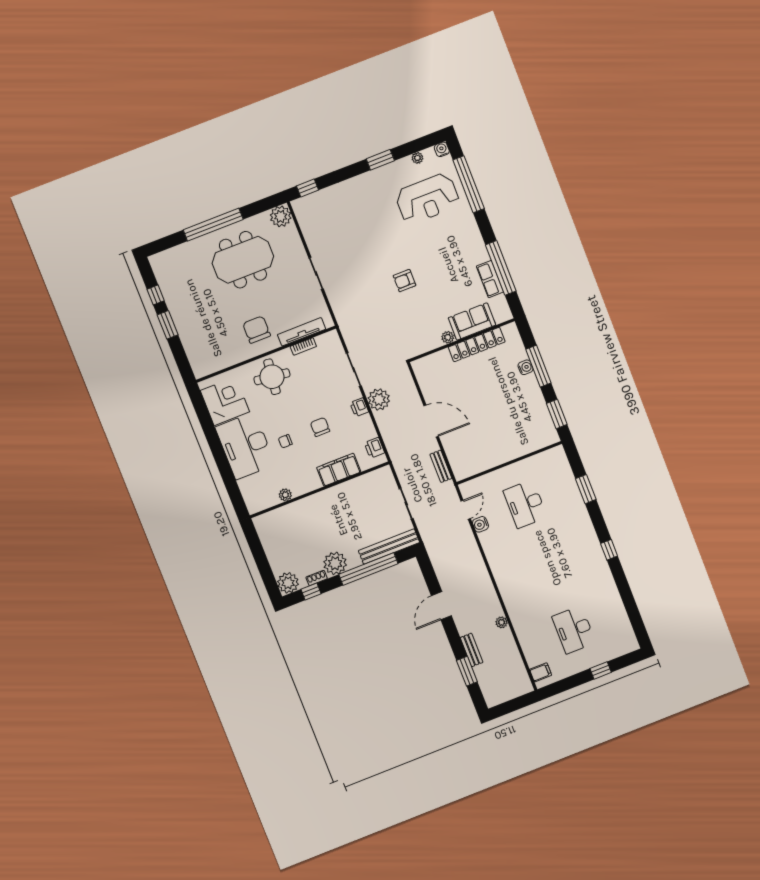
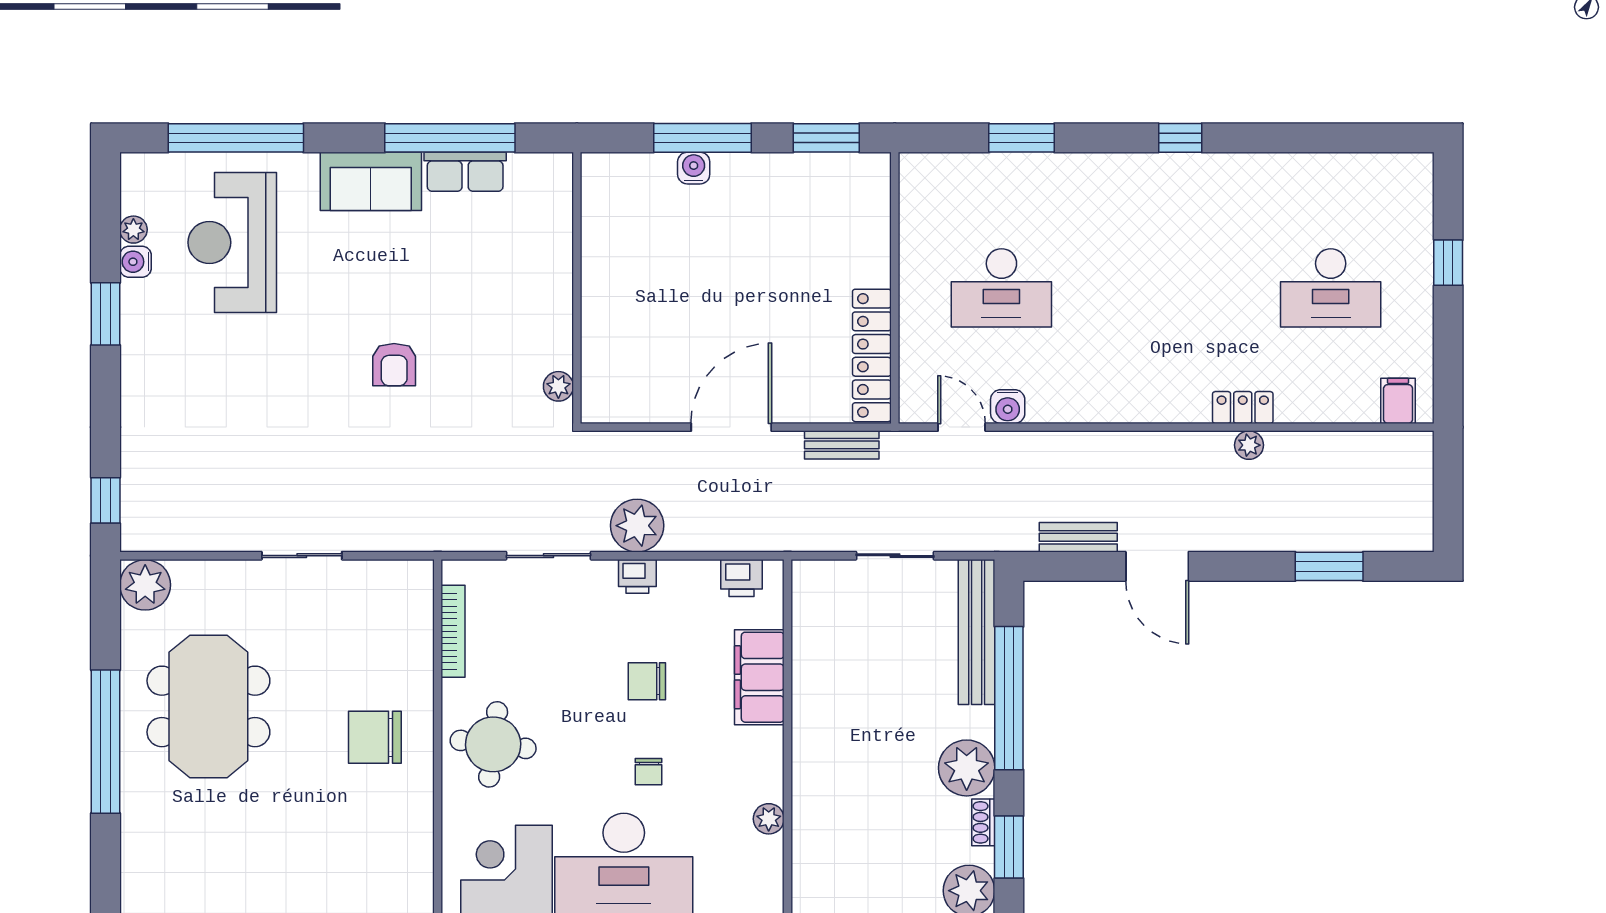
water cooler: (442, 149) -> (135, 262), moved
reception desk: (427, 199) -> (232, 242), turned 180
sofa: (472, 321) -> (371, 181), moved, turned -90
tv unit: (302, 332) -> (419, 639), removed
plant: (448, 337) -> (558, 386), moved
locker: (477, 344) -> (872, 355), moved, turned 180
bookcase: (303, 346) -> (453, 631), width x1.56
window: (311, 592) -> (1009, 847), width x1.50
locker: (515, 614) -> (1243, 408), added
bench: (472, 650) -> (1078, 537), moved

